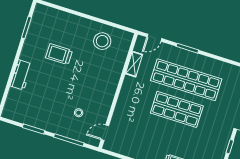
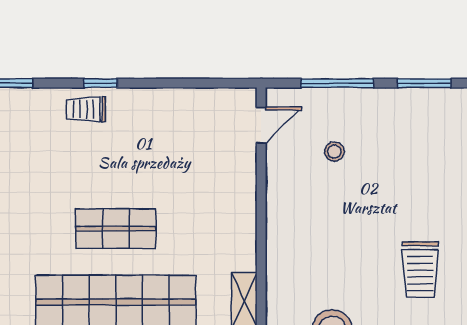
trolley: (59, 54) -> (420, 270), turned 90
shop shelf: (177, 109) -> (116, 229), width x0.70, depth x0.74

